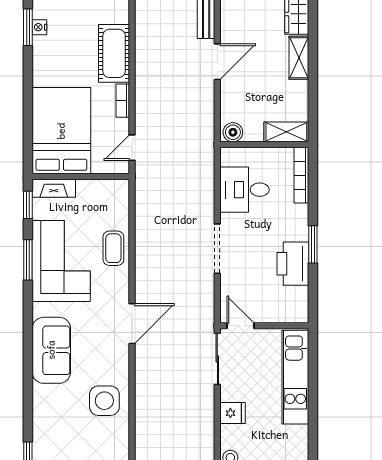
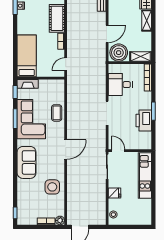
door: (217, 62) -> (107, 34), moved
bed: (61, 131) -> (27, 56), width x0.67
boiler: (233, 132) -> (119, 53), width x1.86, depth x1.86

